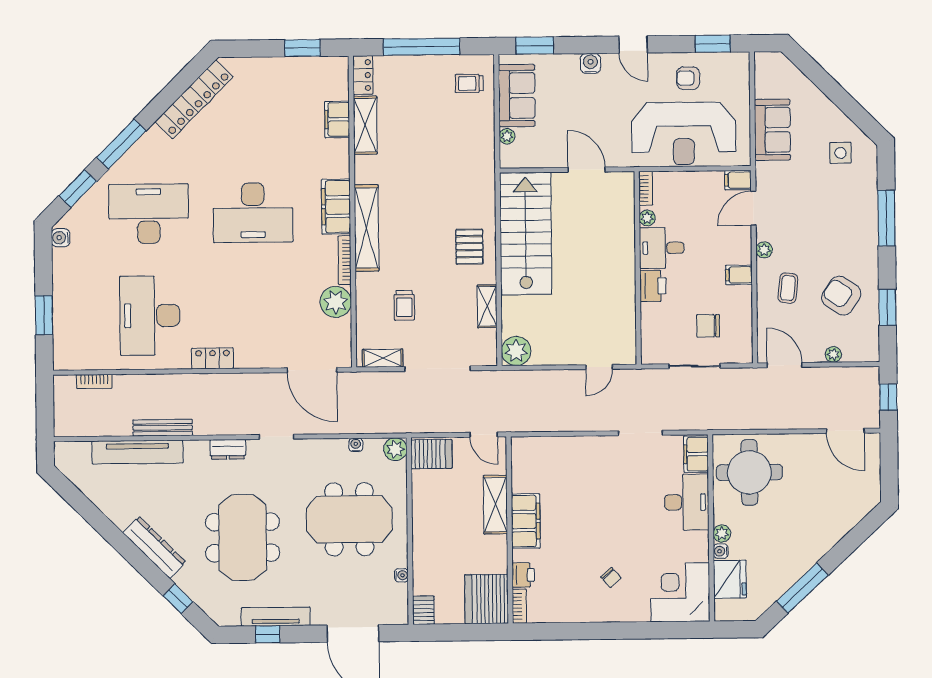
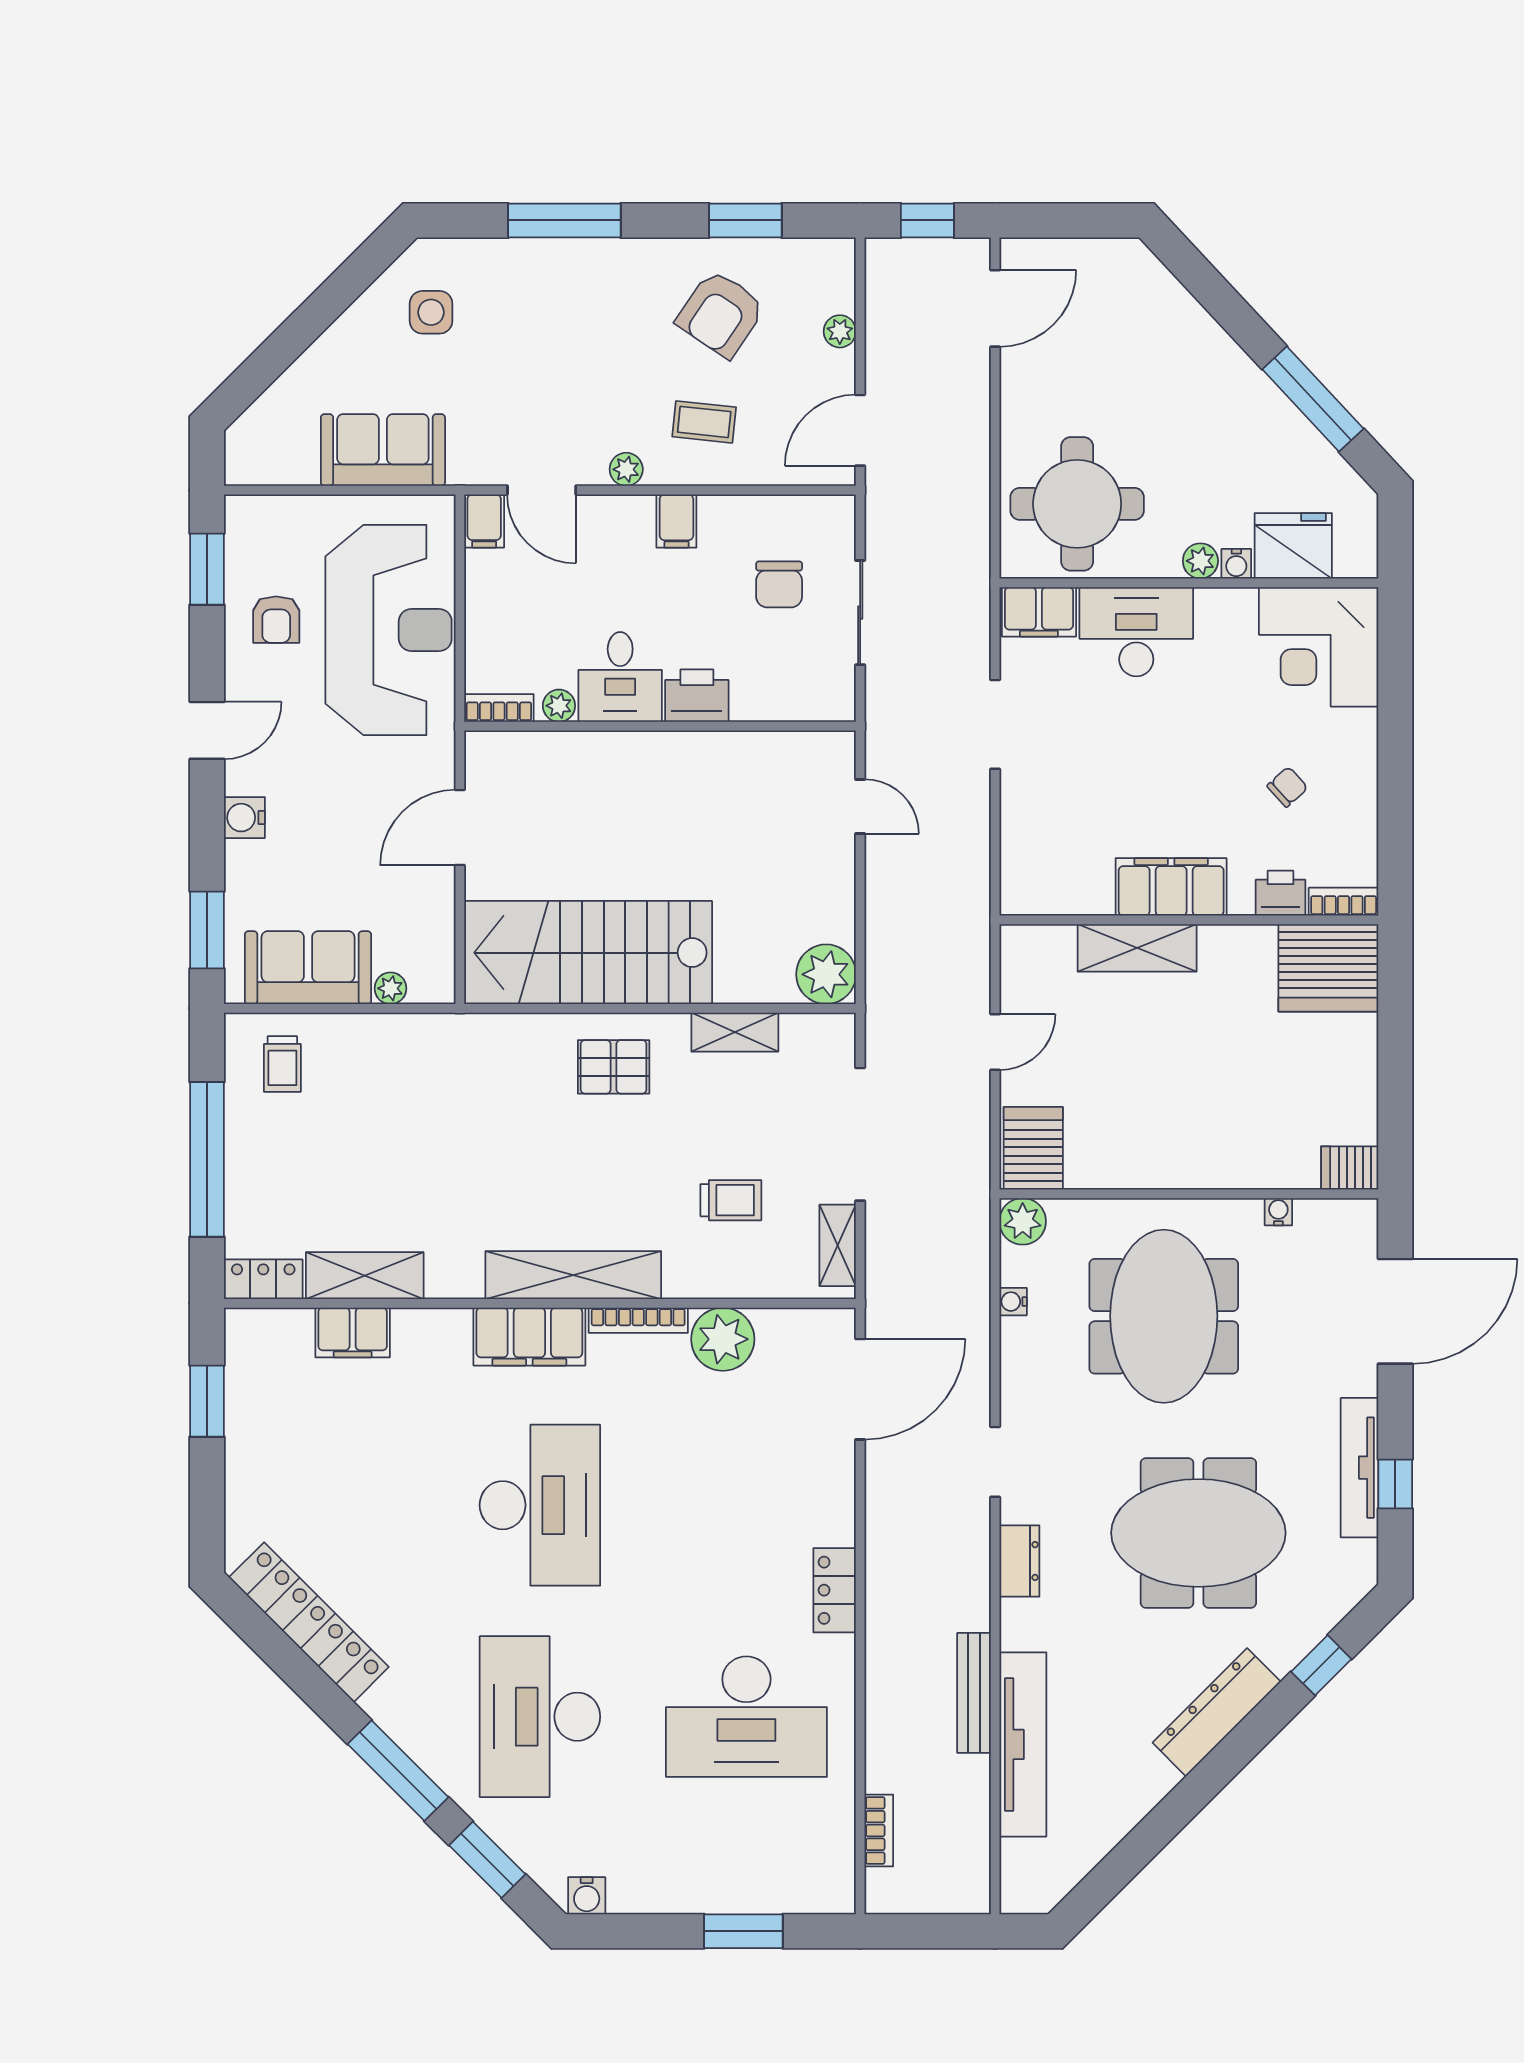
shelving: (495, 505) -> (1137, 948), moved
filing cabinet: (526, 521) -> (1171, 887), moved
wall: (510, 530) -> (1189, 920), moved
printer: (523, 575) -> (1280, 893), moved
server rack: (487, 599) -> (1328, 968), moved
bookcase: (519, 606) -> (1344, 902), moved

